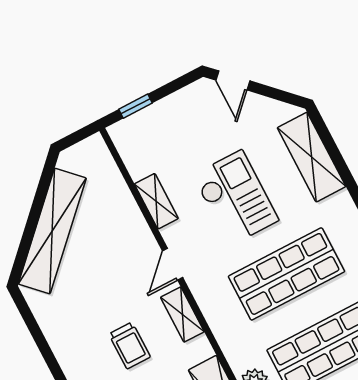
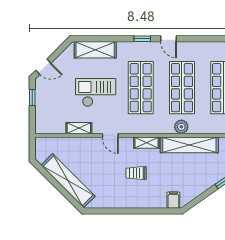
window: (135, 106) -> (32, 98), moved
shelving: (182, 314) -> (147, 143), moved
trolley: (130, 346) -> (136, 173), turned 180

